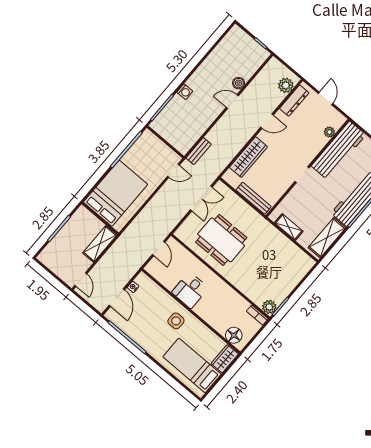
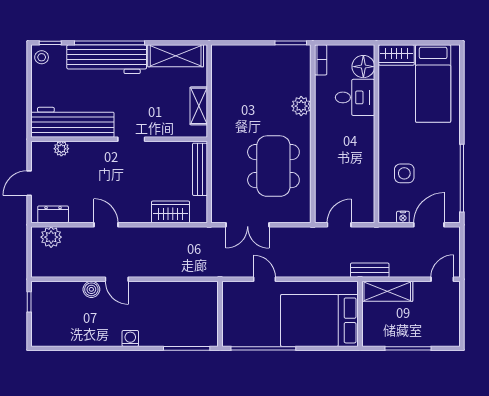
washing machine: (185, 92) -> (130, 338), moved
dresser: (294, 101) -> (53, 214), width x0.70
bench: (199, 151) -> (370, 270), moved
wardrobe: (248, 157) -> (170, 212), width x0.67
door: (173, 171) -> (264, 279), moved
double door: (201, 198) -> (248, 225), swing flipped
desk: (190, 290) -> (355, 97), moved
plant: (269, 307) -> (301, 106), moved
side table: (176, 321) -> (404, 173), moved

